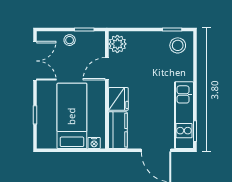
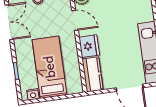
door: (107, 69) -> (75, 20), swing flipped
nightstand: (94, 143) -> (33, 94), moved

